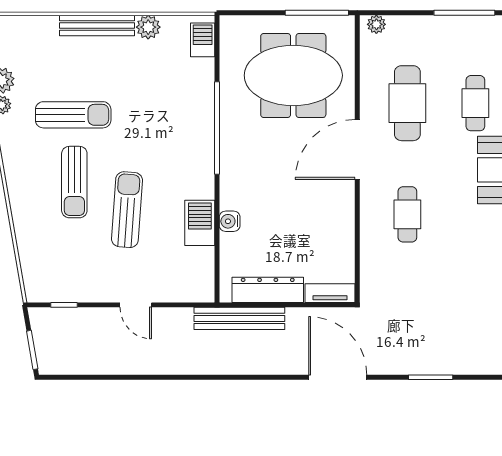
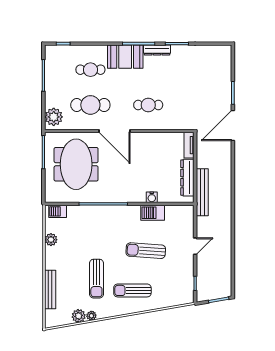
plant: (376, 24) -> (54, 117), width x1.88, depth x1.88
bench: (97, 25) -> (50, 290), moved
sun lounger: (73, 115) -> (96, 279), turned 180
sun lounger: (74, 182) -> (132, 290), moved, turned 180
door: (338, 377) -> (233, 126), moved

